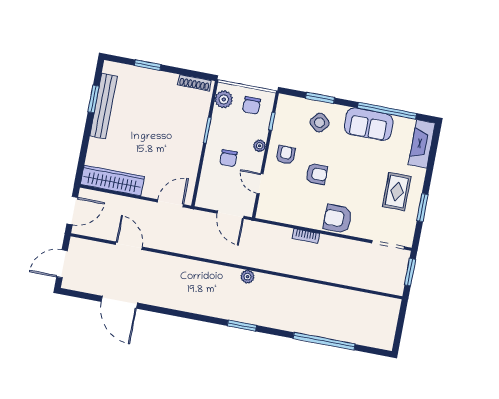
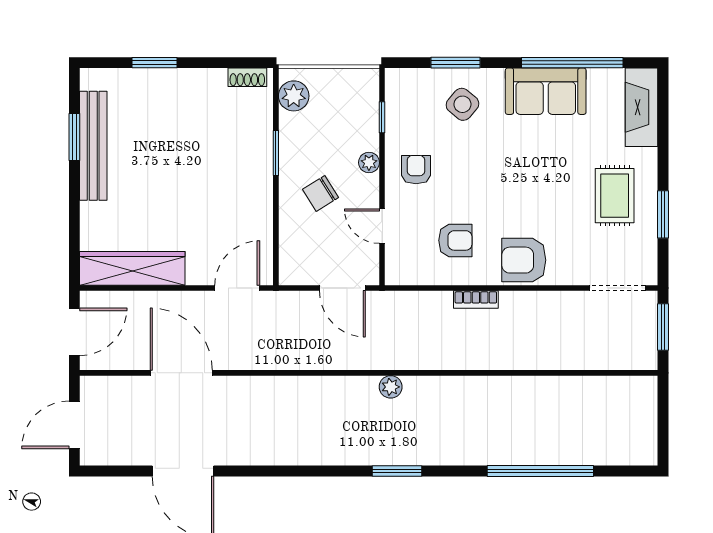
shoe rack: (194, 83) -> (247, 77), width x0.70
chair: (252, 105) -> (342, 97), removed
chair: (228, 158) -> (321, 193), turned 58
armchair: (317, 174) -> (455, 240), moved
door: (129, 246) -> (181, 373), width x1.36

